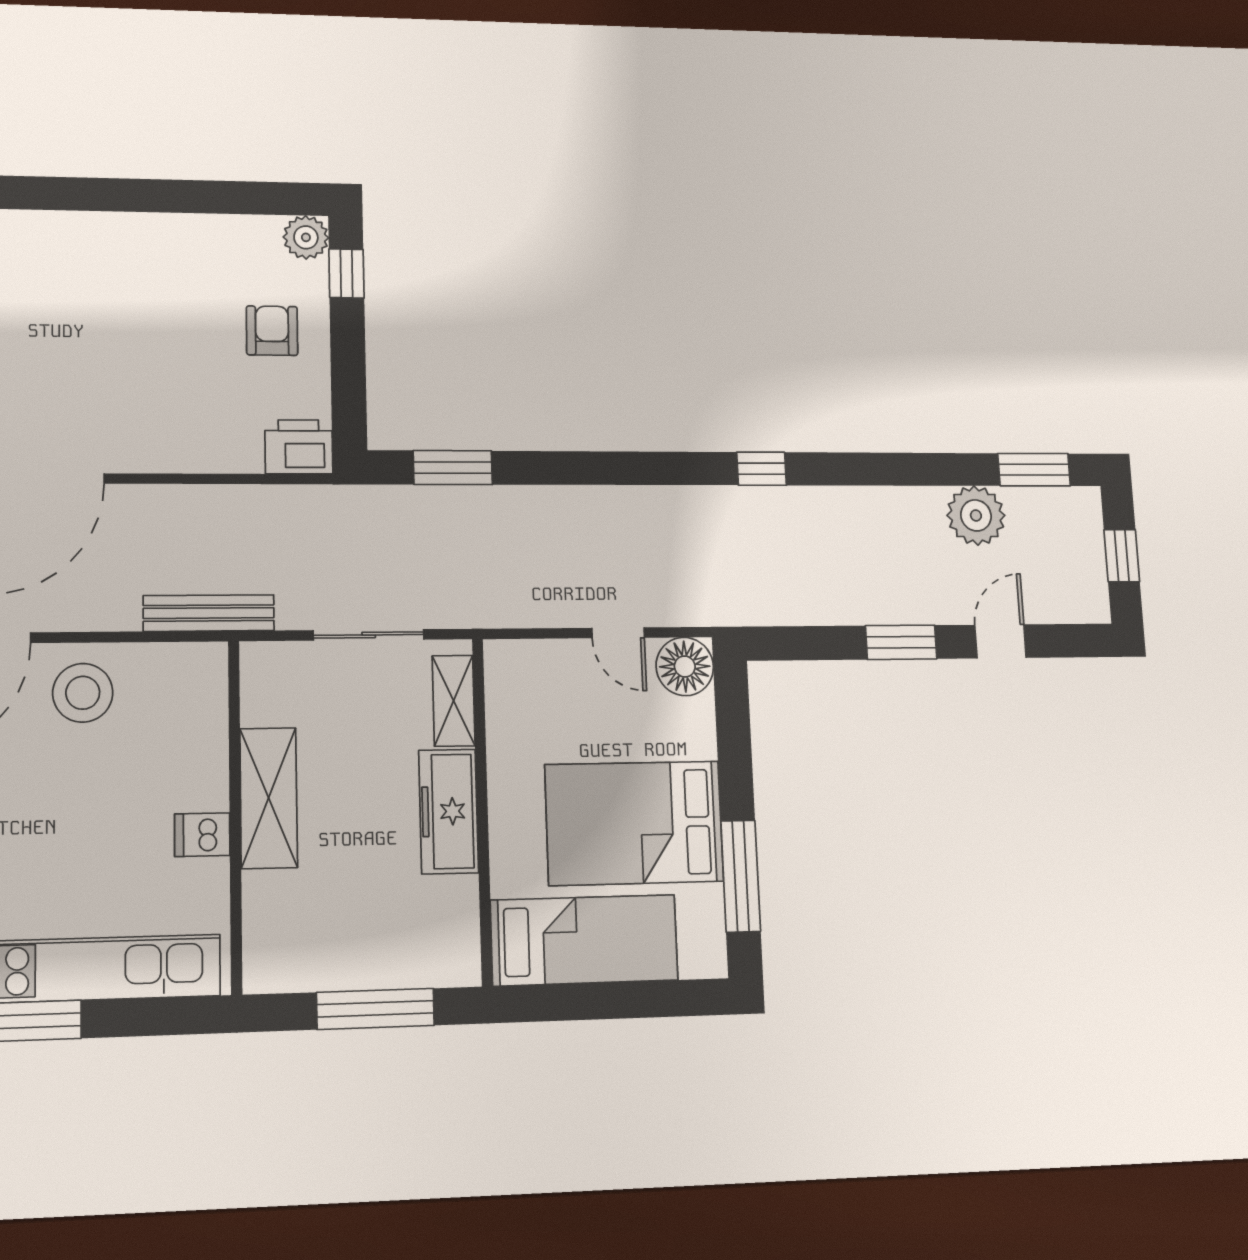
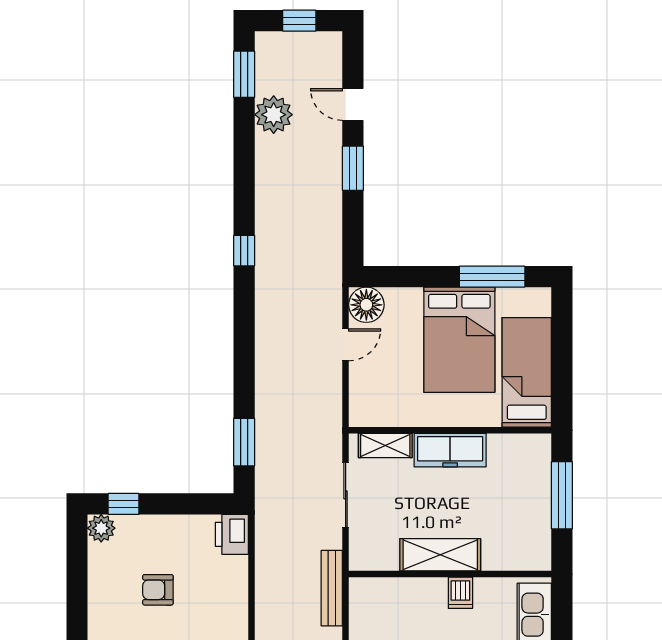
armchair: (272, 331) -> (158, 590), moved

